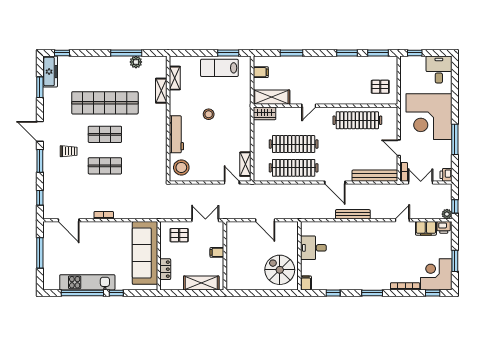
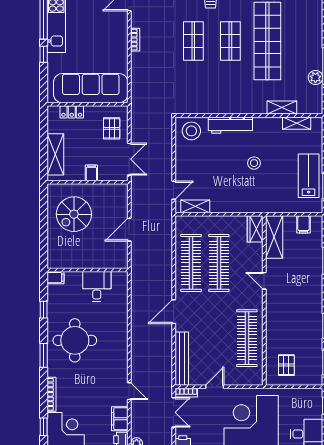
bench: (353, 214) -> (136, 333), removed
round table: (359, 267) -> (75, 340), added
spiral stairs: (280, 270) -> (74, 214), moved, turned 180

